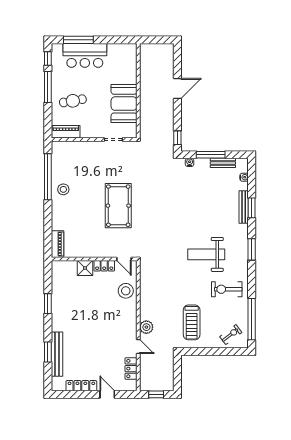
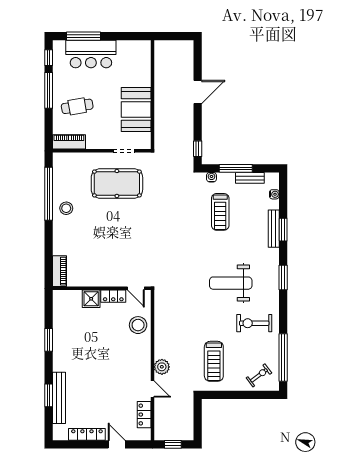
treadmill: (197, 192) -> (220, 212), added
pool table: (118, 206) -> (117, 183), moved, turned 90

